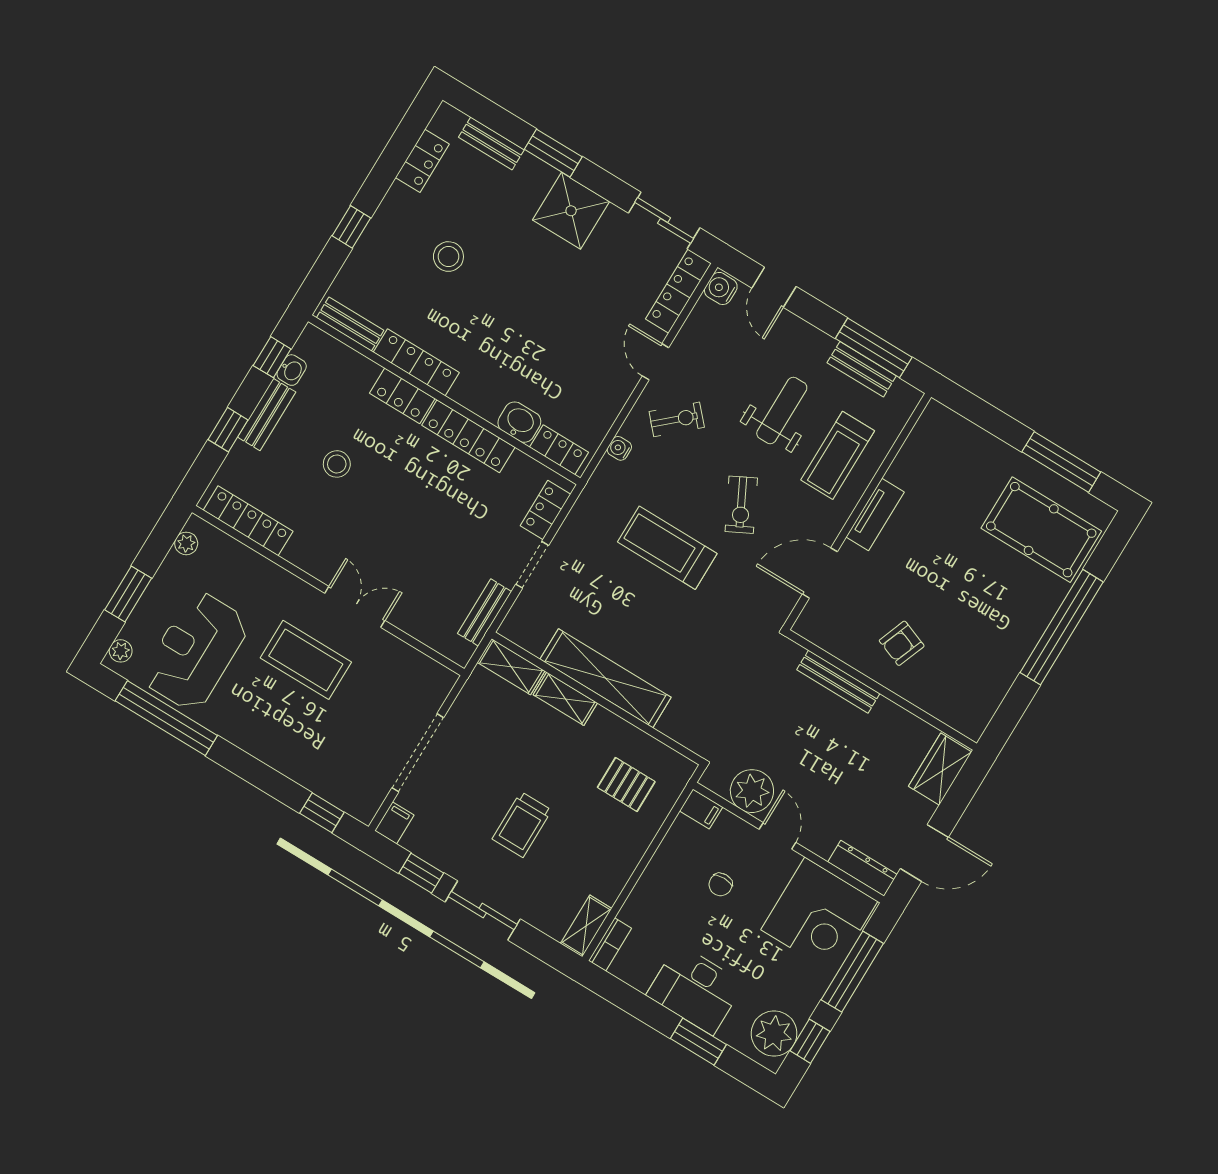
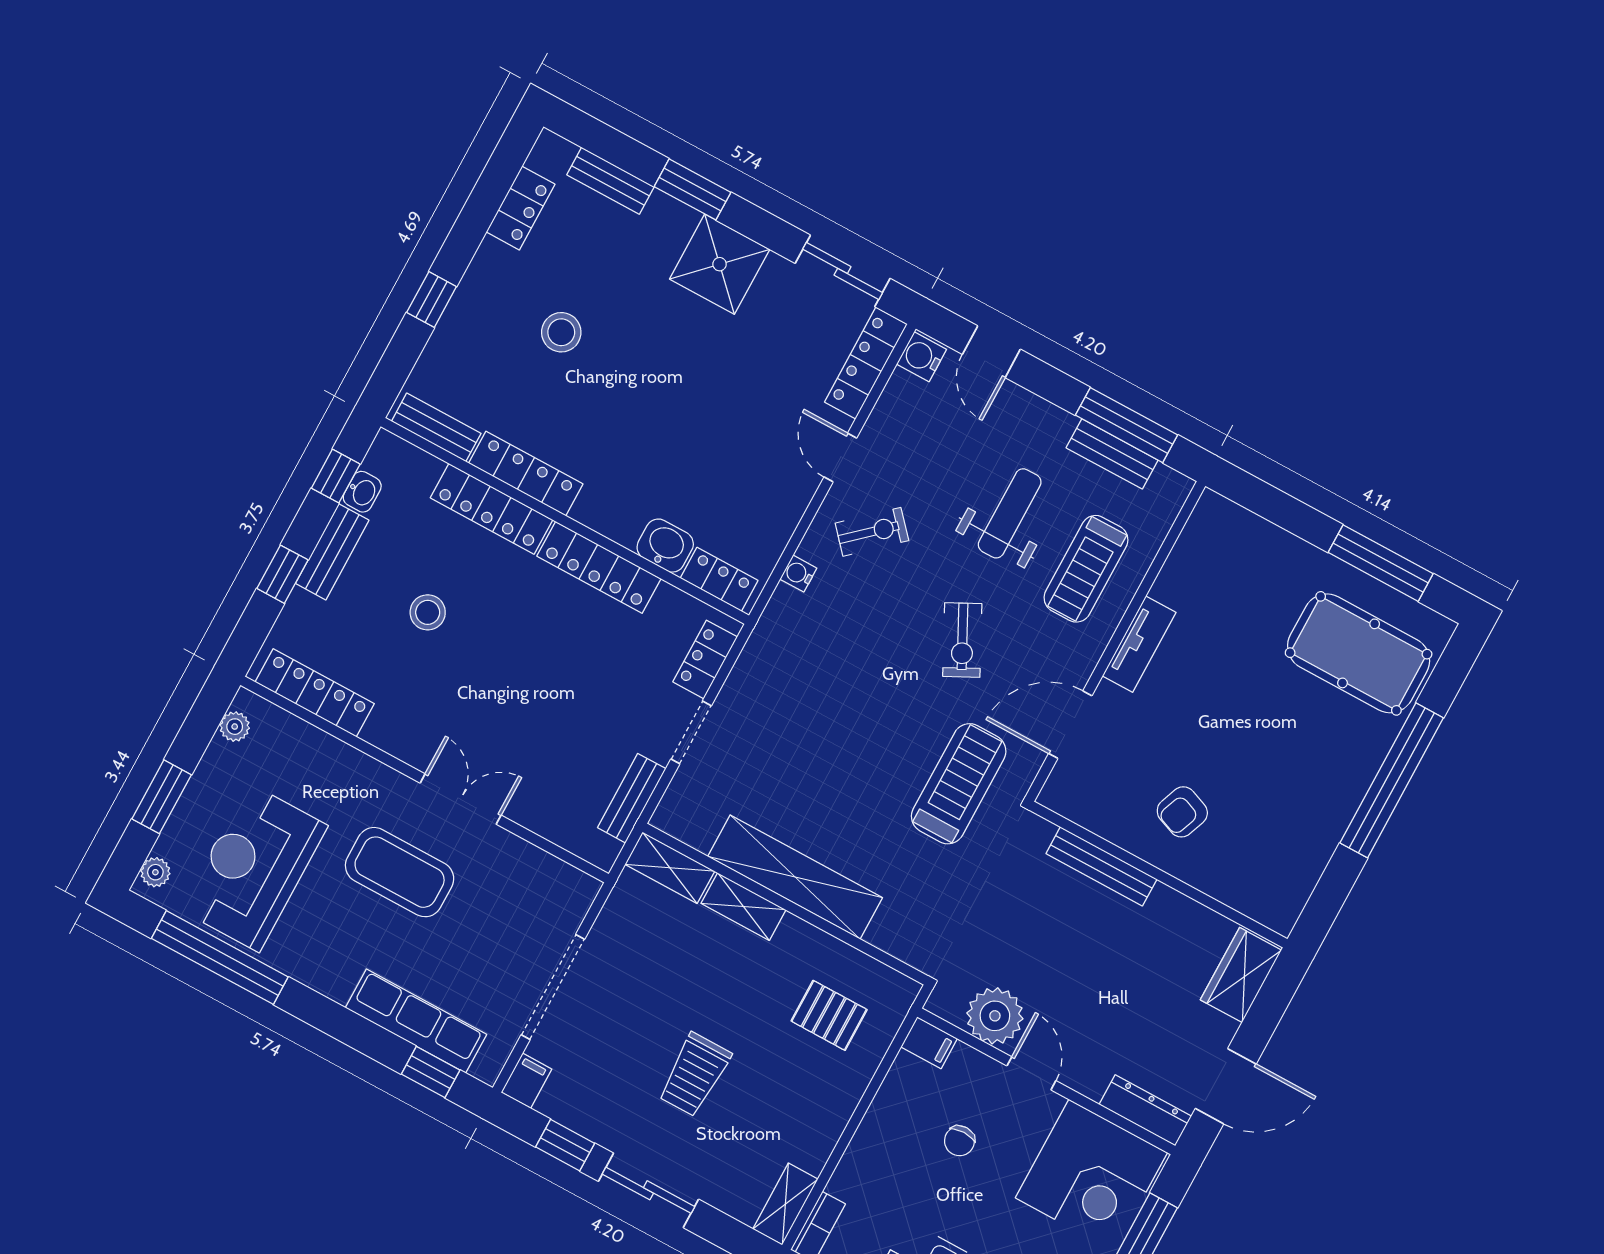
locker: (402, 396) -> (491, 509), width x1.53
treadmill: (667, 548) -> (959, 784), moved, turned 90
row of seats: (313, 773) -> (416, 1021), added

